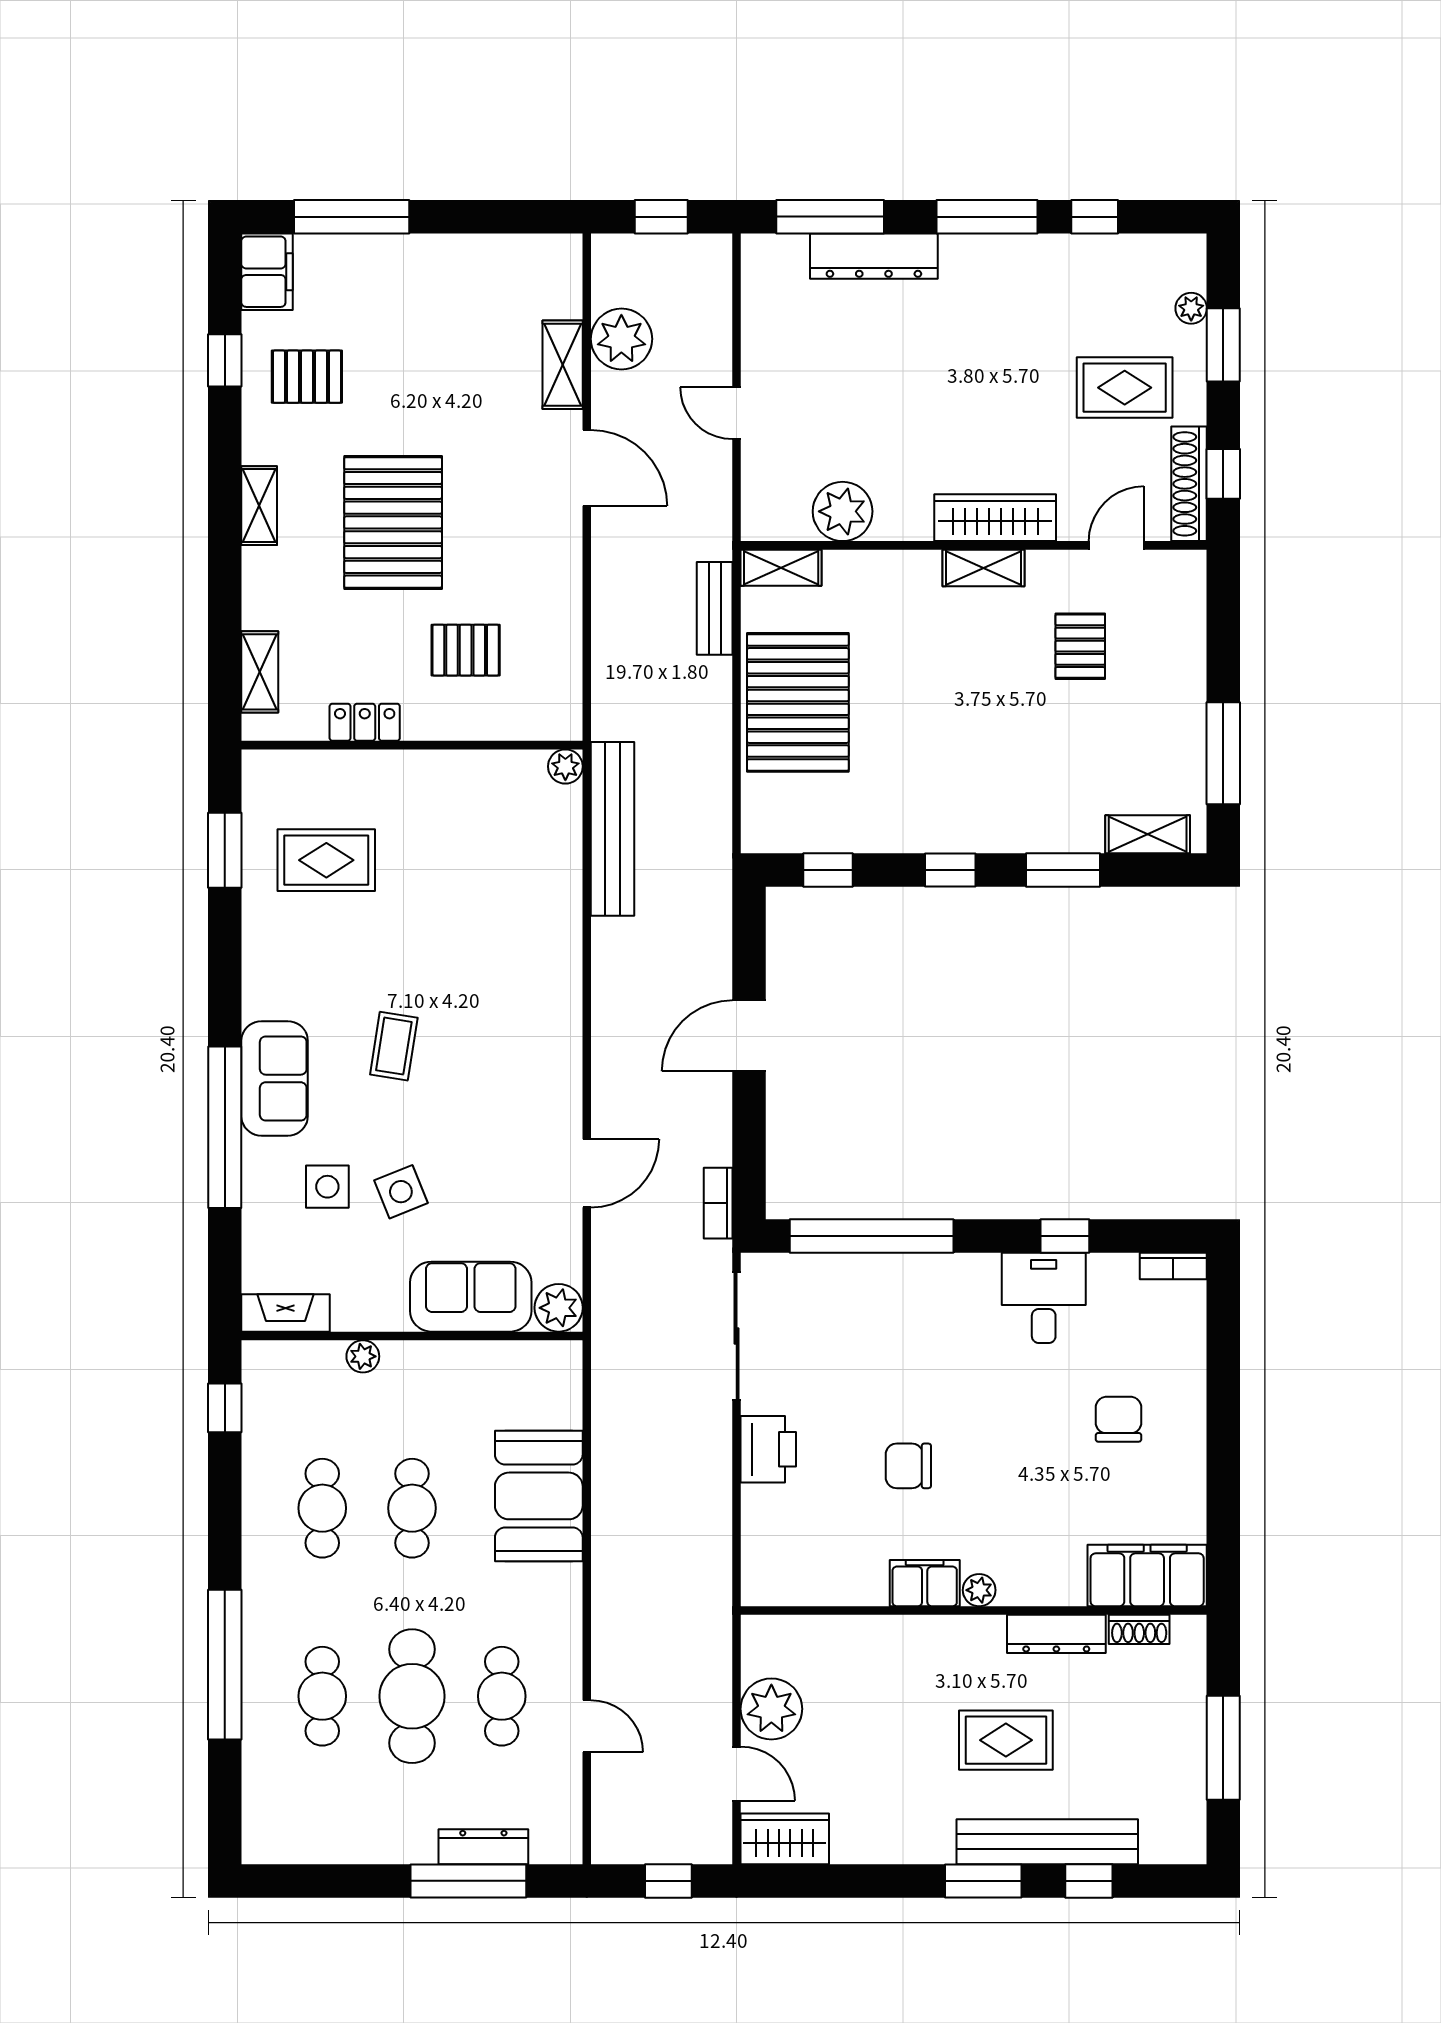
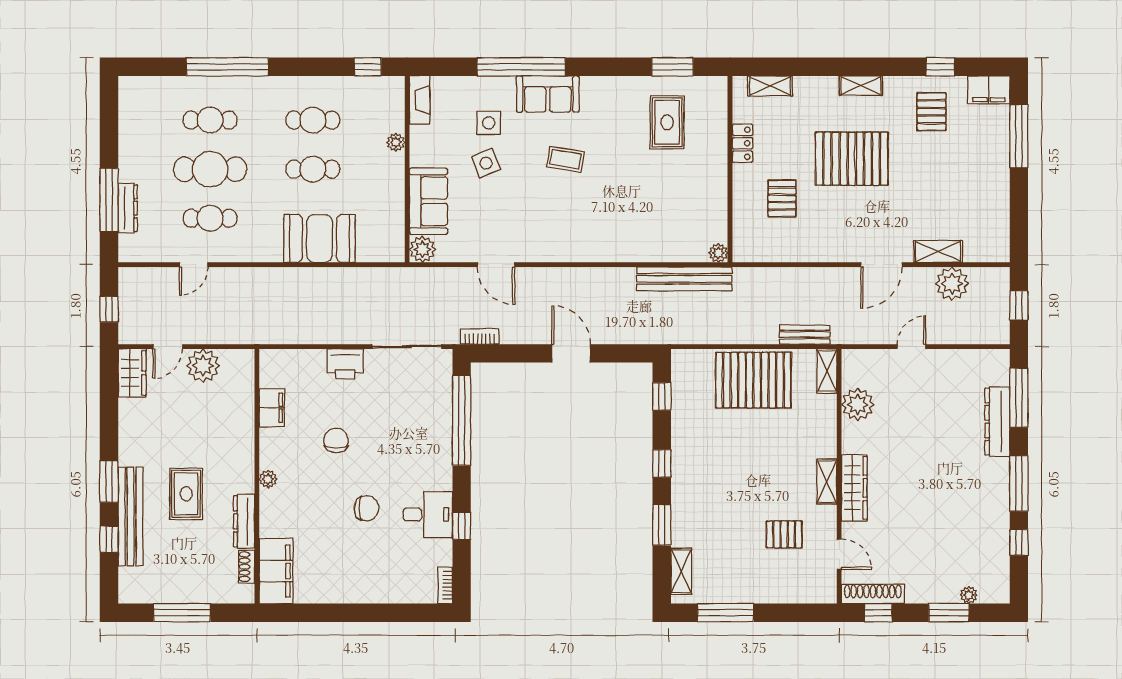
rug: (1125, 388) -> (925, 559), removed
chair: (1119, 1419) -> (366, 508), moved
filing cabinet: (925, 1583) -> (272, 408), moved

